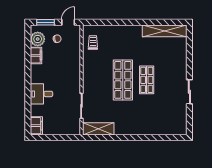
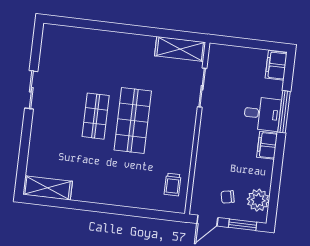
shelving: (165, 31) -> (48, 188), width x0.68
filing cabinet: (36, 55) -> (267, 145), moved
window: (28, 97) -> (284, 112), added

